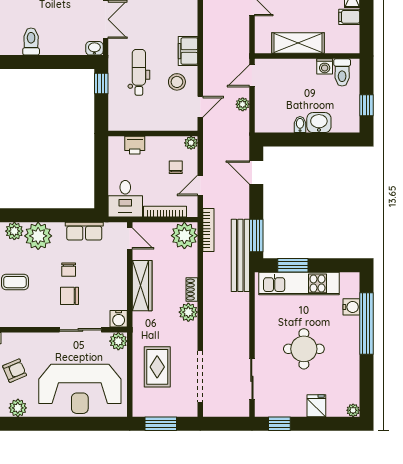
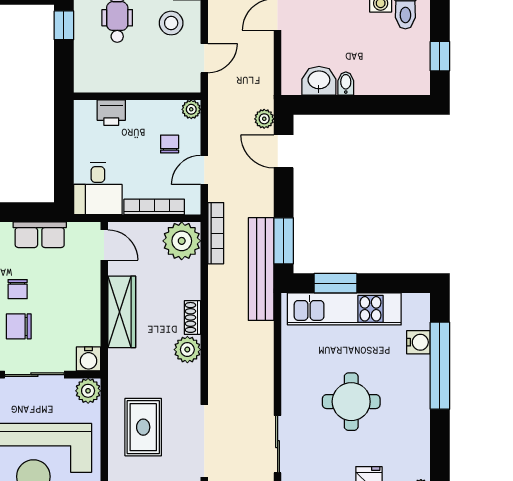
plant: (243, 104) -> (264, 119), moved
washbasin: (319, 123) -> (319, 81), moved

